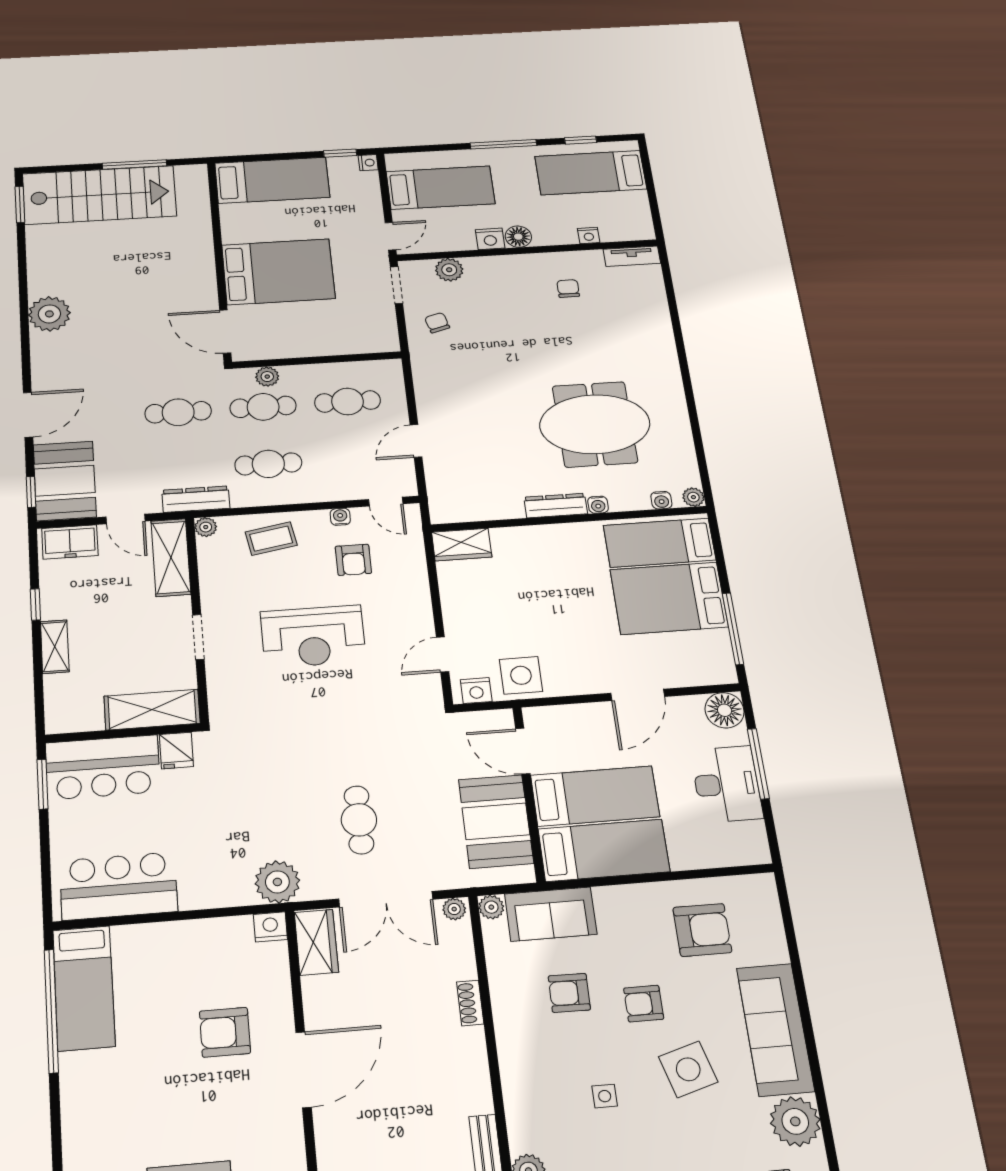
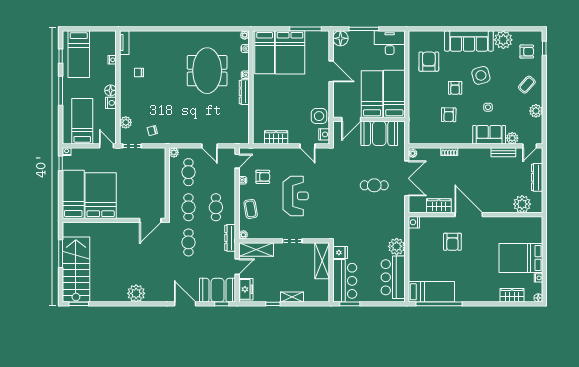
bed: (278, 272) -> (101, 196), moved
plant: (267, 377) -> (174, 152), moved
wardrobe: (462, 545) -> (276, 137), moved, turned -90
desk: (727, 784) -> (390, 43), moved
plant: (277, 882) -> (397, 246), moved
plant: (491, 907) -> (413, 139), removed
sofa: (551, 914) -> (489, 135), moved, turned -90
wardrobe: (316, 942) -> (439, 206), moved

